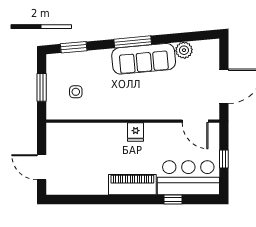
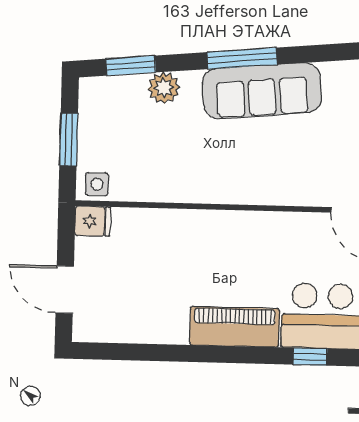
plant: (184, 50) -> (164, 88), moved
side table: (76, 92) -> (97, 184), moved
fridge: (136, 132) -> (93, 221), moved, turned -90

